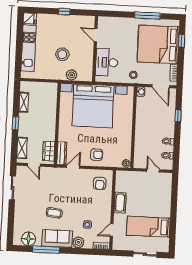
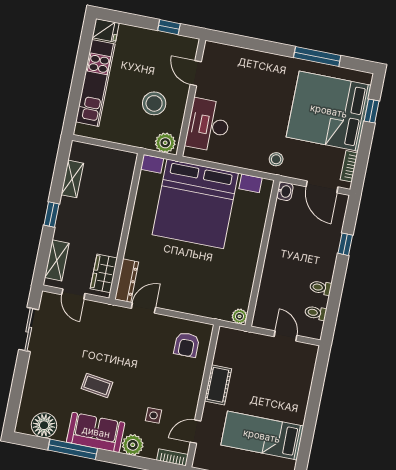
door: (96, 35) -> (196, 73), moved
wall: (95, 49) -> (191, 98), moved
desk: (107, 62) -> (208, 125), moved
armchair: (97, 155) -> (189, 292), removed

